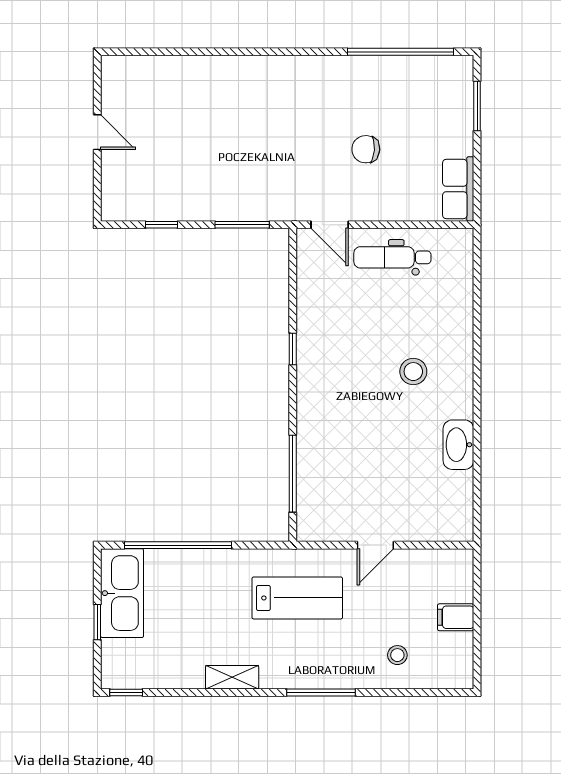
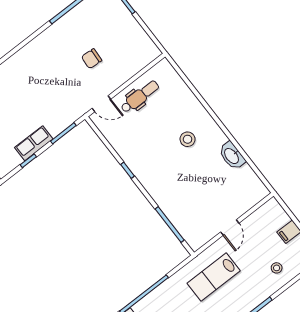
row of seats: (458, 189) -> (34, 143), moved, turned 90
dental chair: (392, 257) -> (140, 97), turned 180
lab bench: (297, 598) -> (214, 277), turned 180

